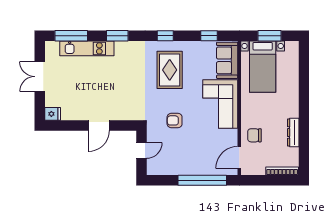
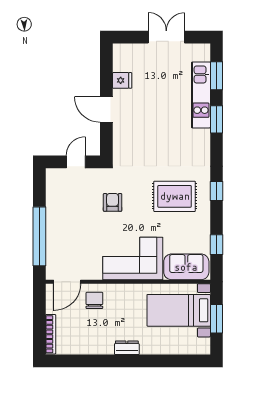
window: (71, 36) -> (217, 76), width x0.69
window: (117, 36) -> (217, 119), moved
fridge: (53, 114) -> (122, 80), moved, turned -90
dresser: (293, 133) -> (127, 348), moved, width x0.70
door: (142, 150) -> (76, 162), swing flipped
door: (239, 157) -> (67, 282), swing flipped

